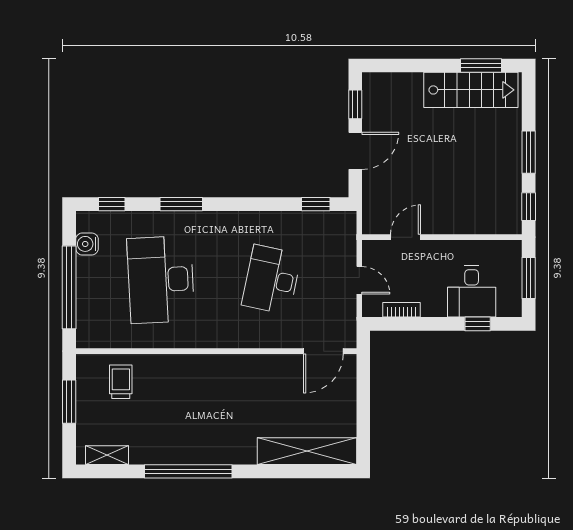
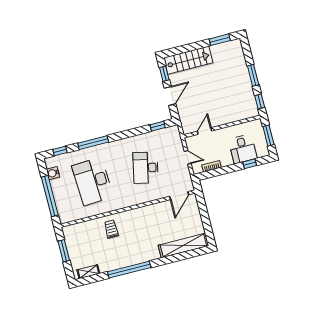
stairs: (471, 90) -> (188, 60), moved
window: (181, 204) -> (93, 143), width x1.44
trolley: (121, 382) -> (111, 229), moved

